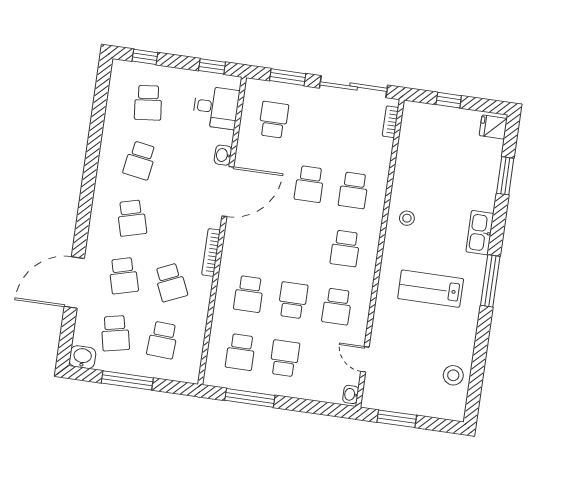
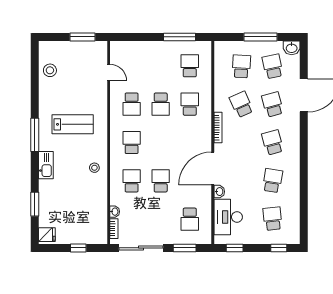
desk: (216, 107) -> (228, 217), width x1.37
school desk: (337, 306) -> (132, 104), turned 180
school desk: (285, 358) -> (161, 66), removed
washbasin: (351, 394) -> (115, 212), moved

